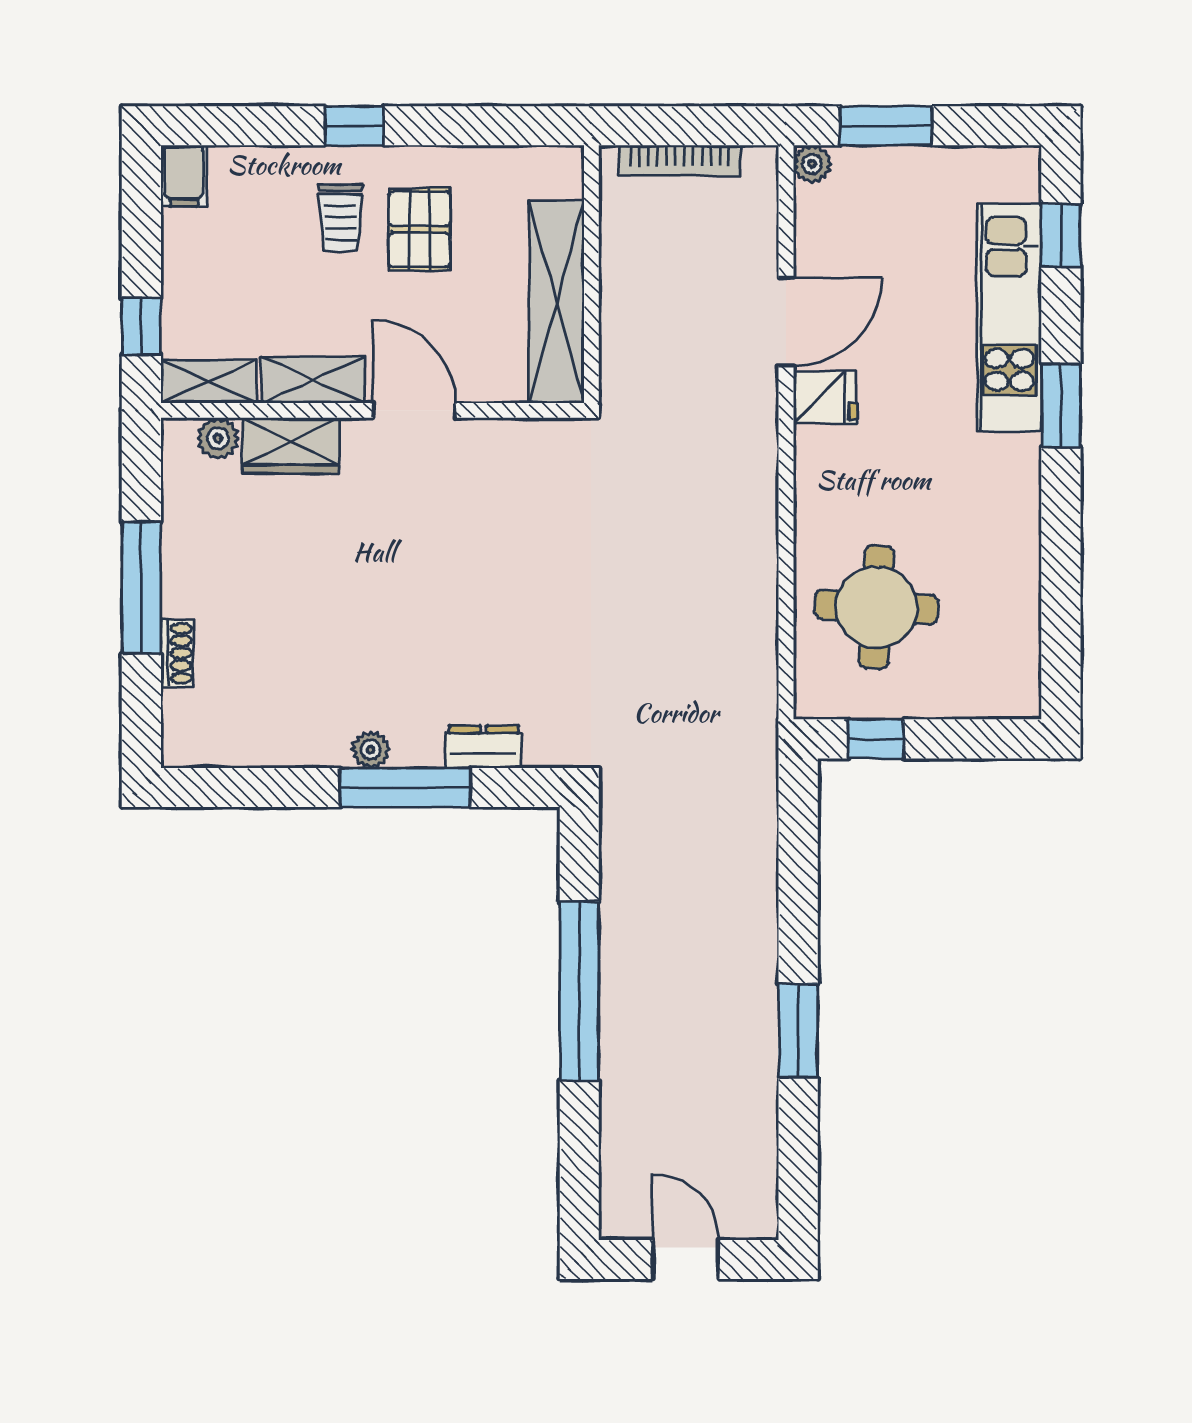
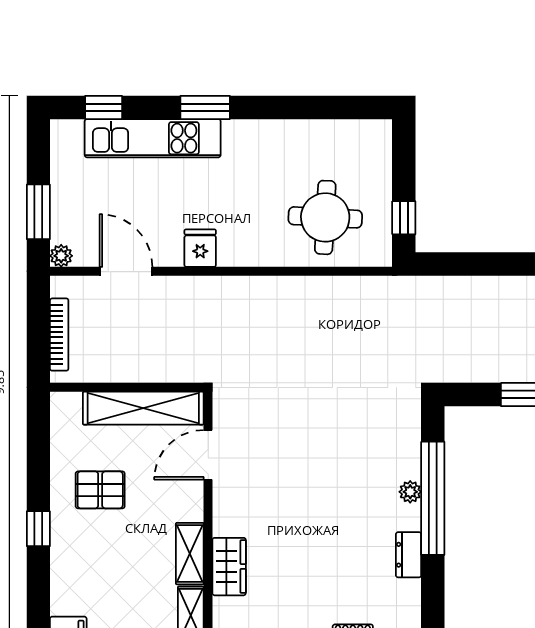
trolley: (340, 218) -> (93, 537), removed
door: (786, 322) -> (126, 271), moved
door: (414, 410) -> (208, 455), moved
plant: (218, 438) -> (225, 610), removed
dresser: (484, 747) -> (409, 555), moved
plant: (371, 750) -> (410, 492), moved
window: (405, 788) -> (433, 498), width x1.46

